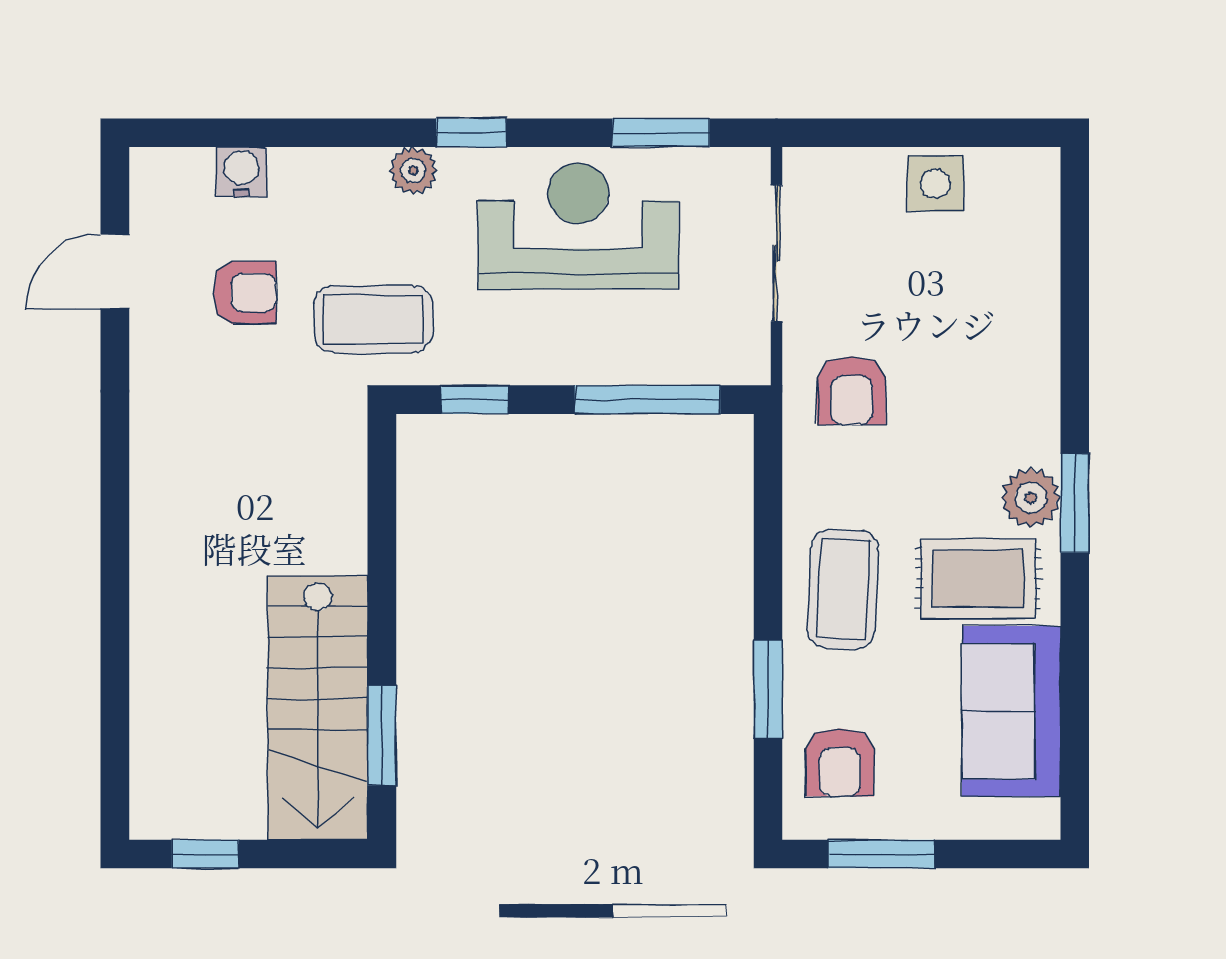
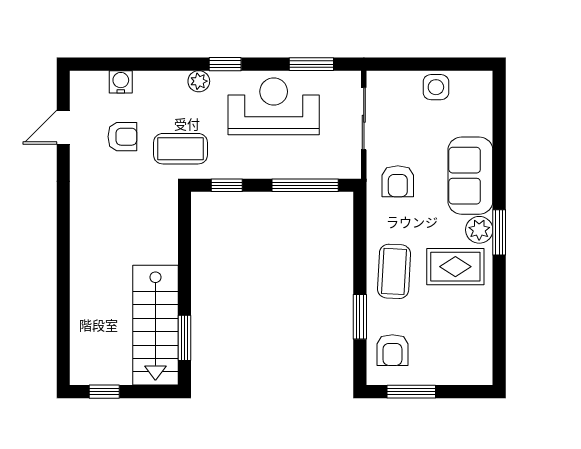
sofa: (1011, 711) -> (470, 176), moved

